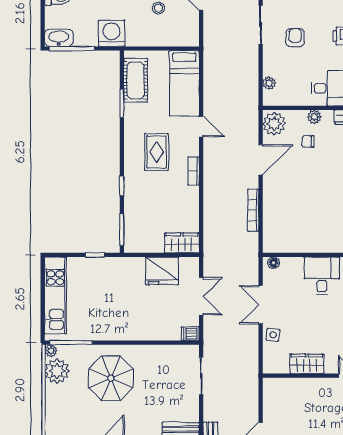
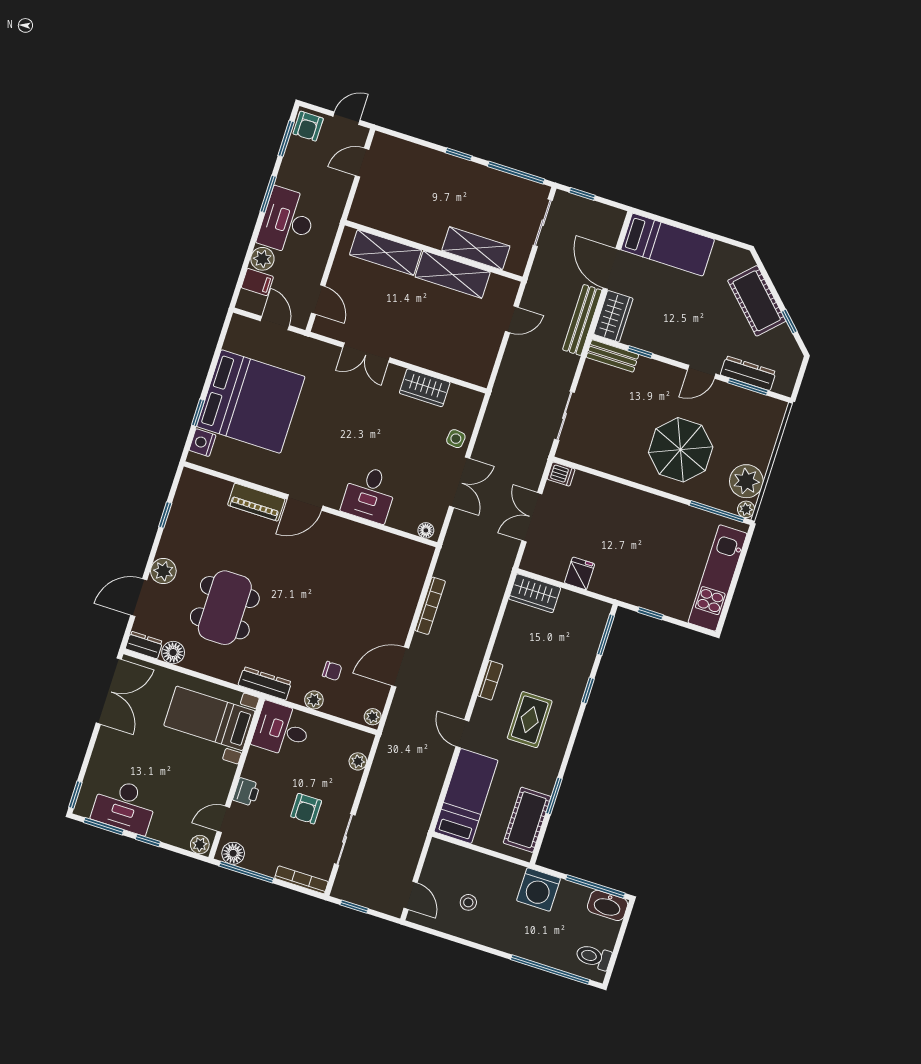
plant: (274, 124) -> (373, 717), width x0.53, depth x0.53
fridge: (162, 271) -> (580, 573), width x0.53, depth x0.75

